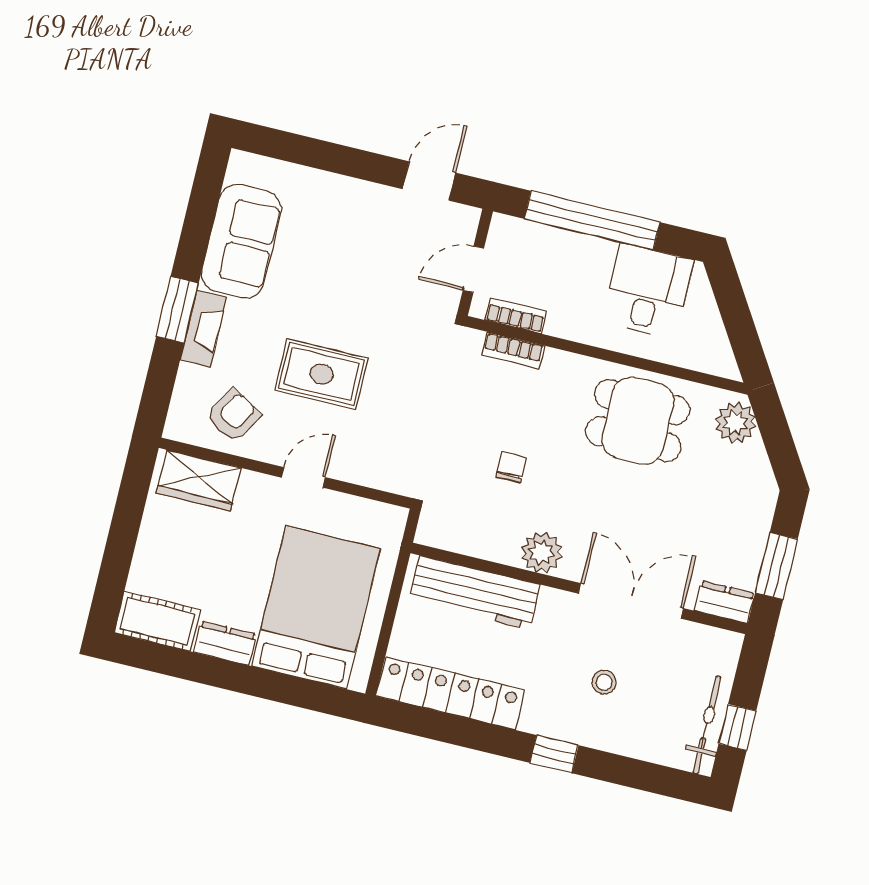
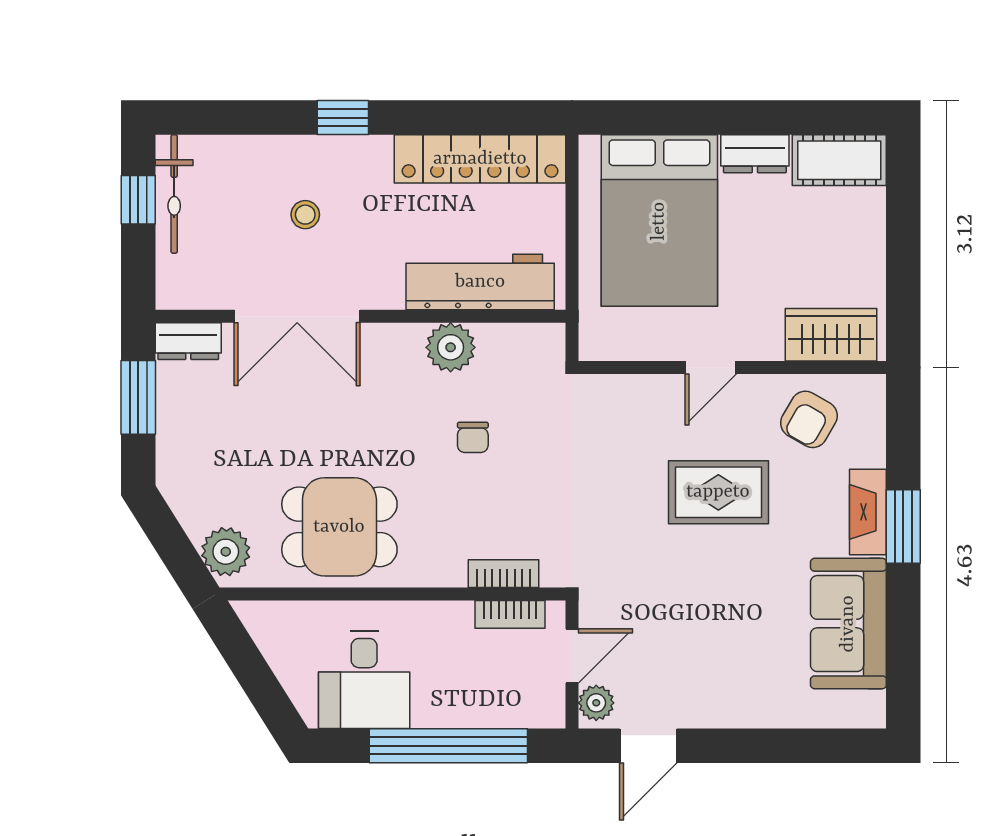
plant: (463, 226) -> (596, 703), added
plant: (542, 552) -> (451, 347), moved

